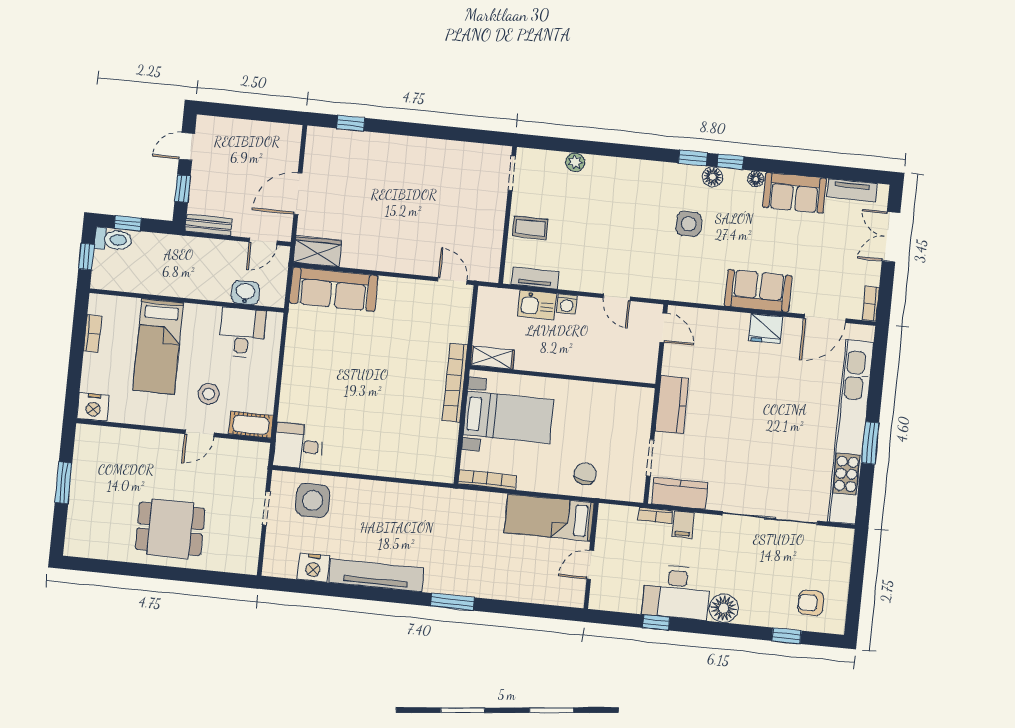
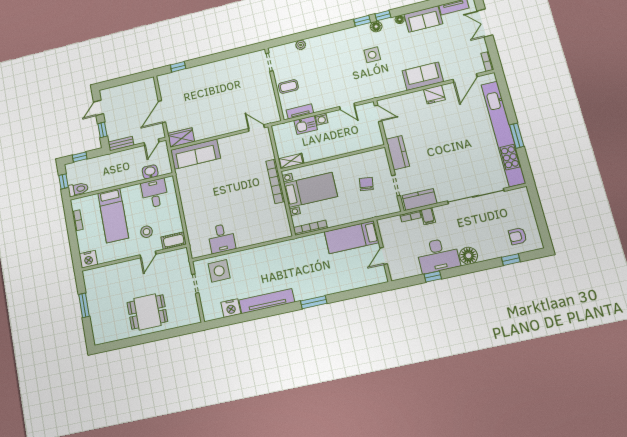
toilet: (113, 240) -> (78, 189), moved
desk: (298, 446) -> (221, 238), moved, turned -90
chair: (585, 474) -> (366, 184), moved

